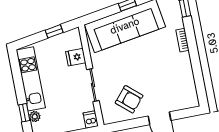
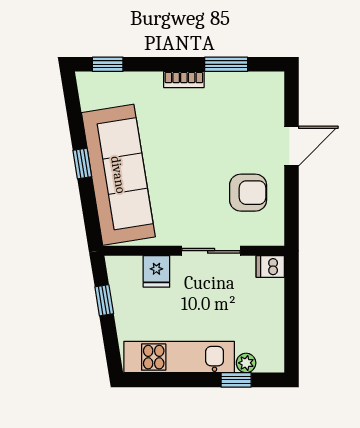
bookcase: (182, 40) -> (184, 80), moved
window: (198, 73) -> (226, 64), added
armchair: (129, 99) -> (248, 193), turned 49

